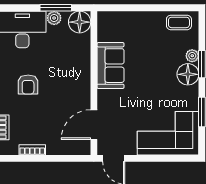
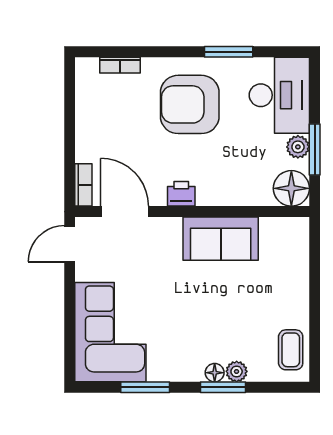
floor lamp: (188, 74) -> (215, 373), width x0.53, depth x0.53
armchair: (28, 85) -> (190, 104), width x1.88, depth x1.88
printer: (83, 90) -> (181, 194), added
bookcase: (32, 150) -> (83, 185), moved

